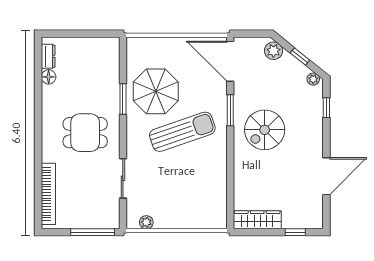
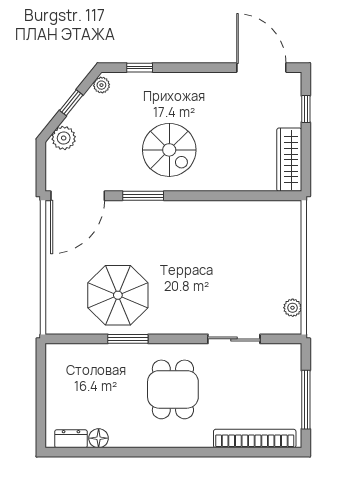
sun lounger: (182, 132) -> (172, 260), removed
door: (326, 176) -> (261, 68), moved
window: (93, 232) -> (306, 400), moved

